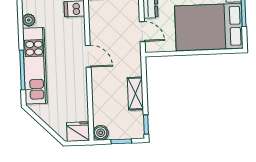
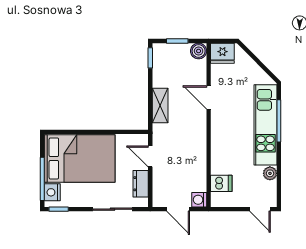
door: (88, 56) -> (209, 97), moved
shelving: (135, 93) -> (160, 105), moved

